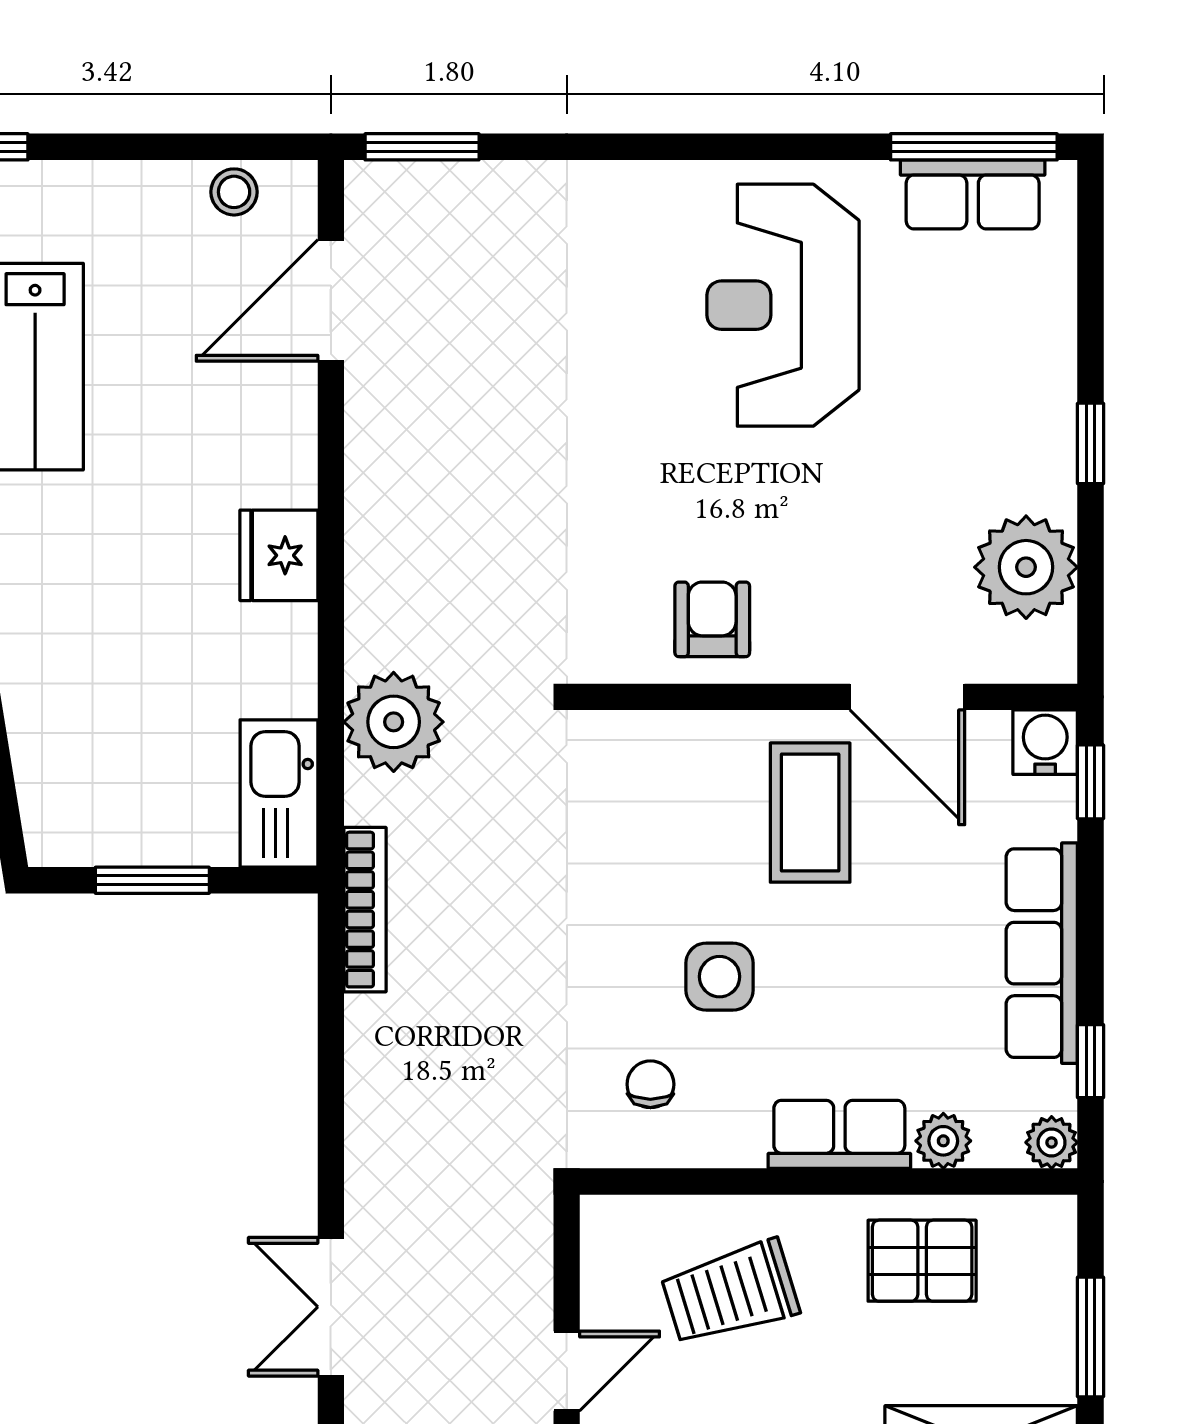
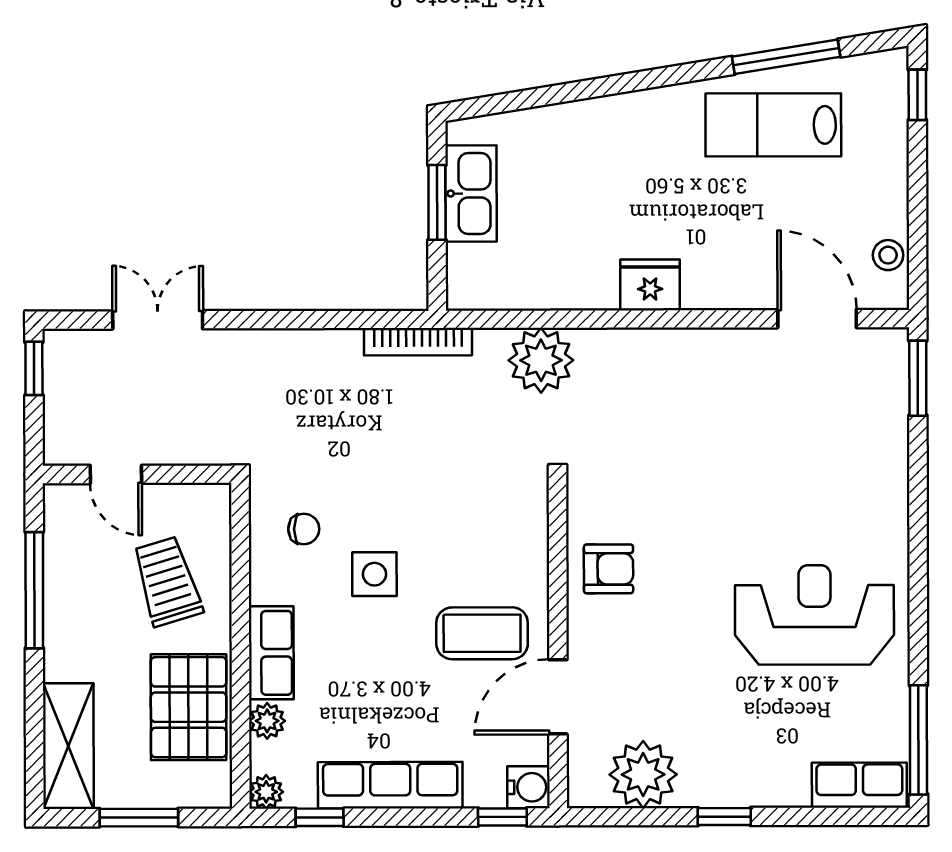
row of seats: (973, 194) -> (859, 785), moved, turned 90
kitchen sink: (279, 793) -> (471, 193), moved, turned 90
pallet: (922, 1261) -> (189, 707), width x1.50, depth x1.42

